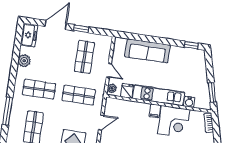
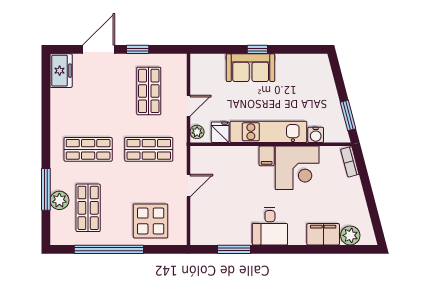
window: (191, 45) -> (257, 49), moved
sofa: (147, 51) -> (251, 68), width x0.73
plant: (24, 61) -> (59, 200), moved
door: (109, 70) -> (188, 106), hinge flipped

